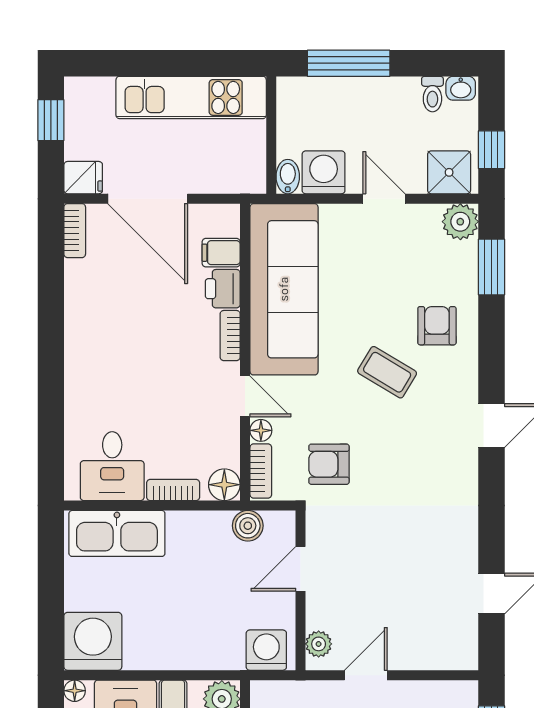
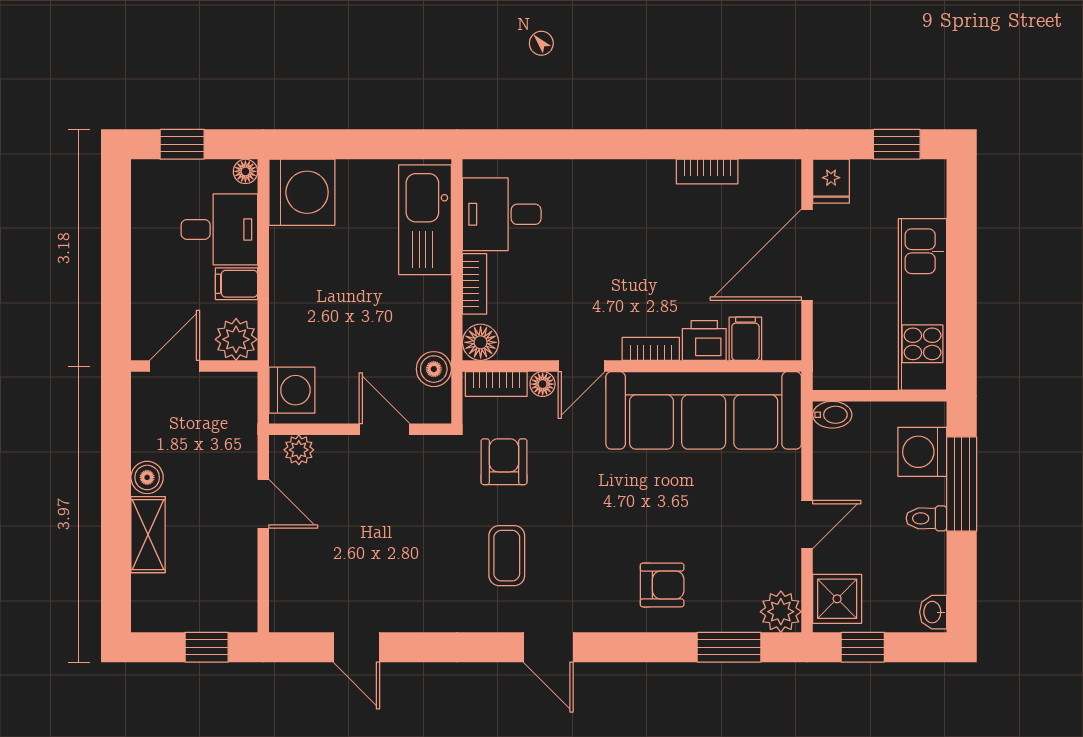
toilet: (432, 94) -> (926, 518), moved
washing machine: (324, 172) -> (922, 452), moved, turned 180
bookcase: (75, 231) -> (707, 172), moved
coffee table: (387, 372) -> (507, 556), moved, turned -31

